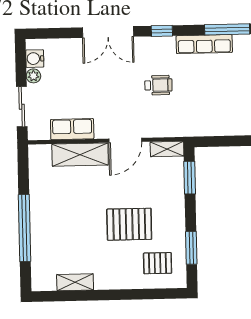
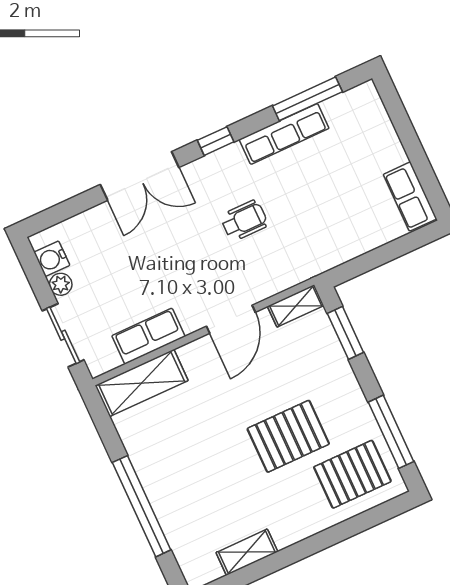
shelving: (80, 155) -> (142, 383), moved
window: (191, 248) -> (391, 432), width x1.44
pallet: (158, 263) -> (352, 474), width x1.50, depth x1.42

